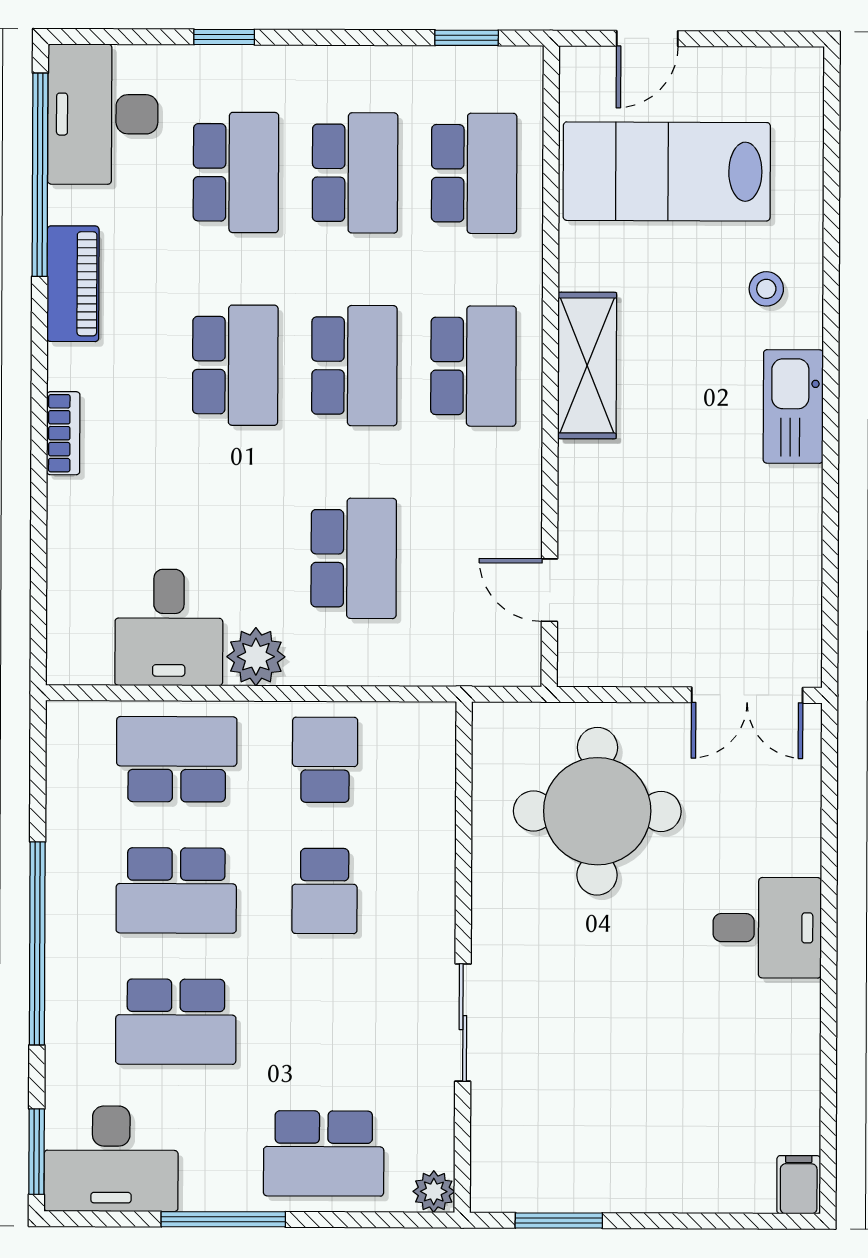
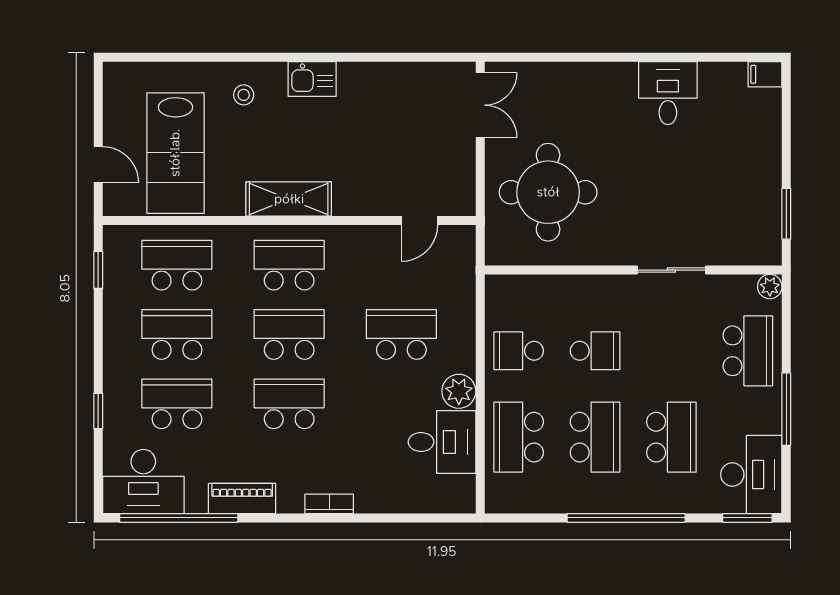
kitchen sink: (793, 406) -> (312, 79), width x0.73
desk: (767, 928) -> (668, 93), moved

